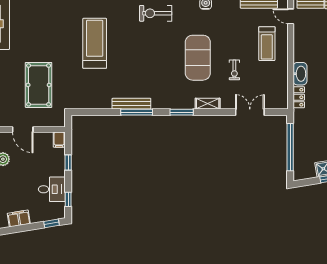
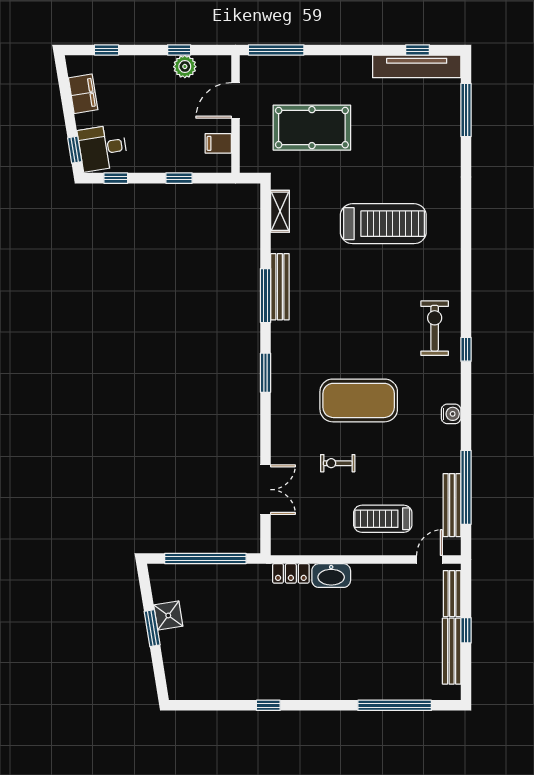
shelving: (208, 104) -> (280, 211), moved
filing cabinet: (59, 140) -> (218, 143), moved
desk: (52, 189) -> (103, 148), moved, turned 81

